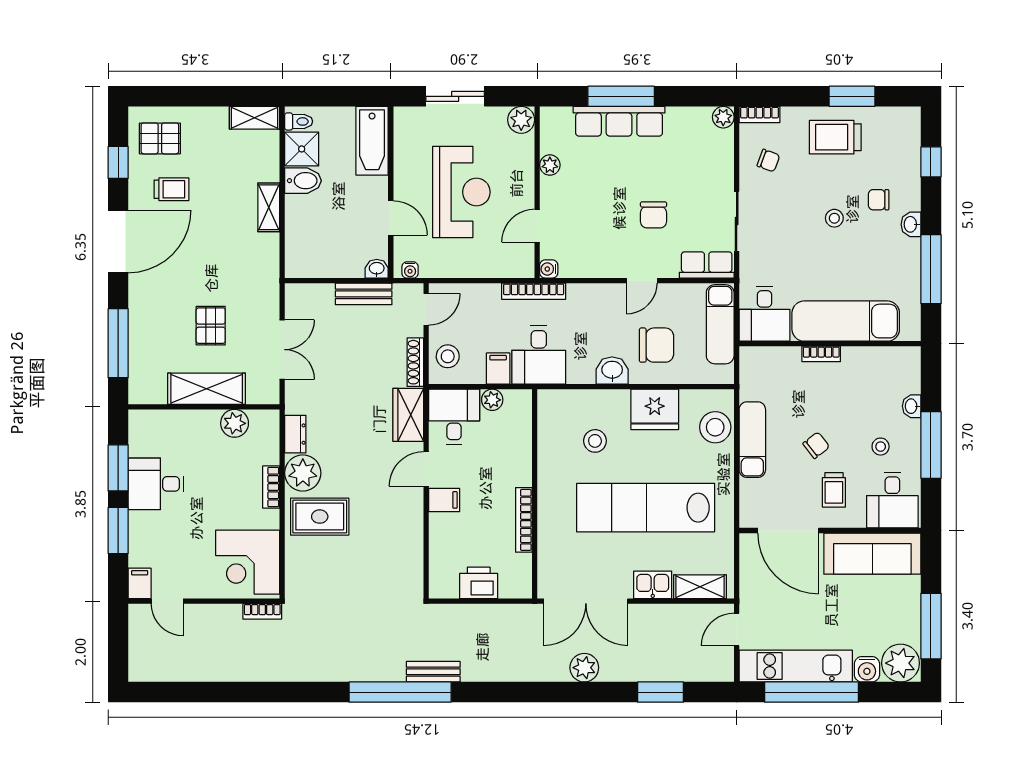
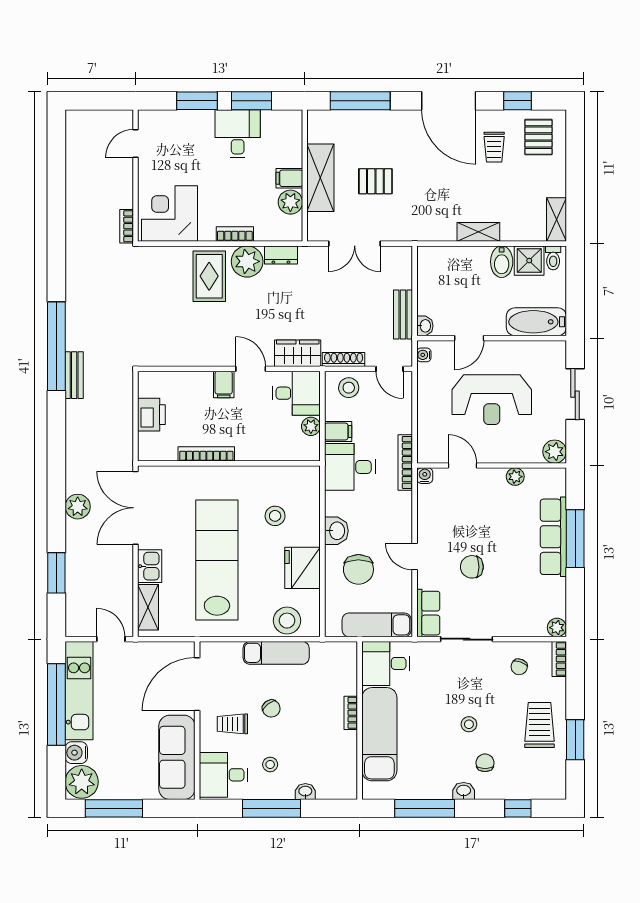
filing cabinet: (140, 583) -> (289, 178), moved, turned 180

